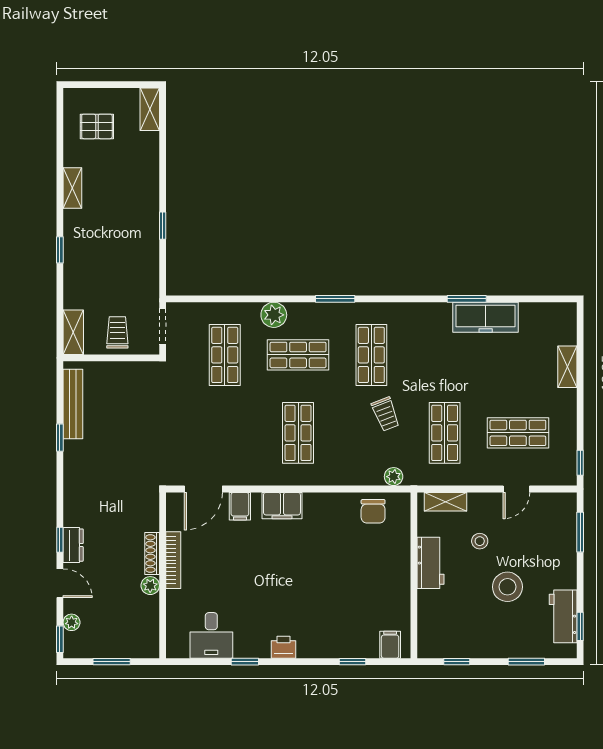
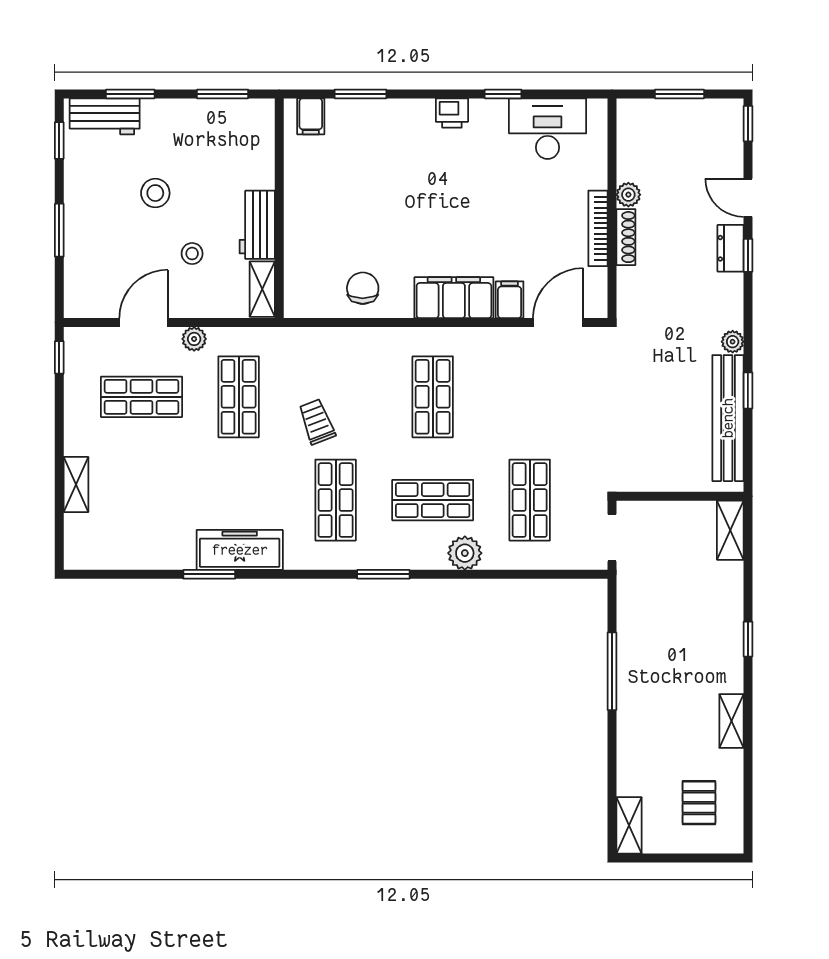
pallet: (97, 126) -> (699, 803), turned 90
window: (163, 226) -> (612, 671), width x2.17
freezer: (486, 317) -> (240, 550), moved
trolley: (117, 332) -> (672, 530), removed
bench: (73, 404) -> (728, 418), width x1.37, depth x1.21
plant: (394, 477) -> (194, 339), moved
door: (516, 489) -> (144, 323), width x1.38
shelving: (445, 502) -> (262, 289), moved, turned 90
filing cabinet: (282, 506) -> (454, 298), width x1.50, depth x1.17
chair: (373, 511) -> (363, 288), moved
window: (580, 532) -> (59, 230), moved
stool: (507, 587) -> (155, 193), width x0.73, depth x0.73
workbench: (563, 616) -> (105, 116), moved, turned 90
plant: (72, 622) -> (733, 342), moved
desk: (211, 635) -> (548, 129), width x1.37
window: (353, 662) -> (360, 94), width x1.50
window: (457, 662) -> (223, 94), width x1.50

